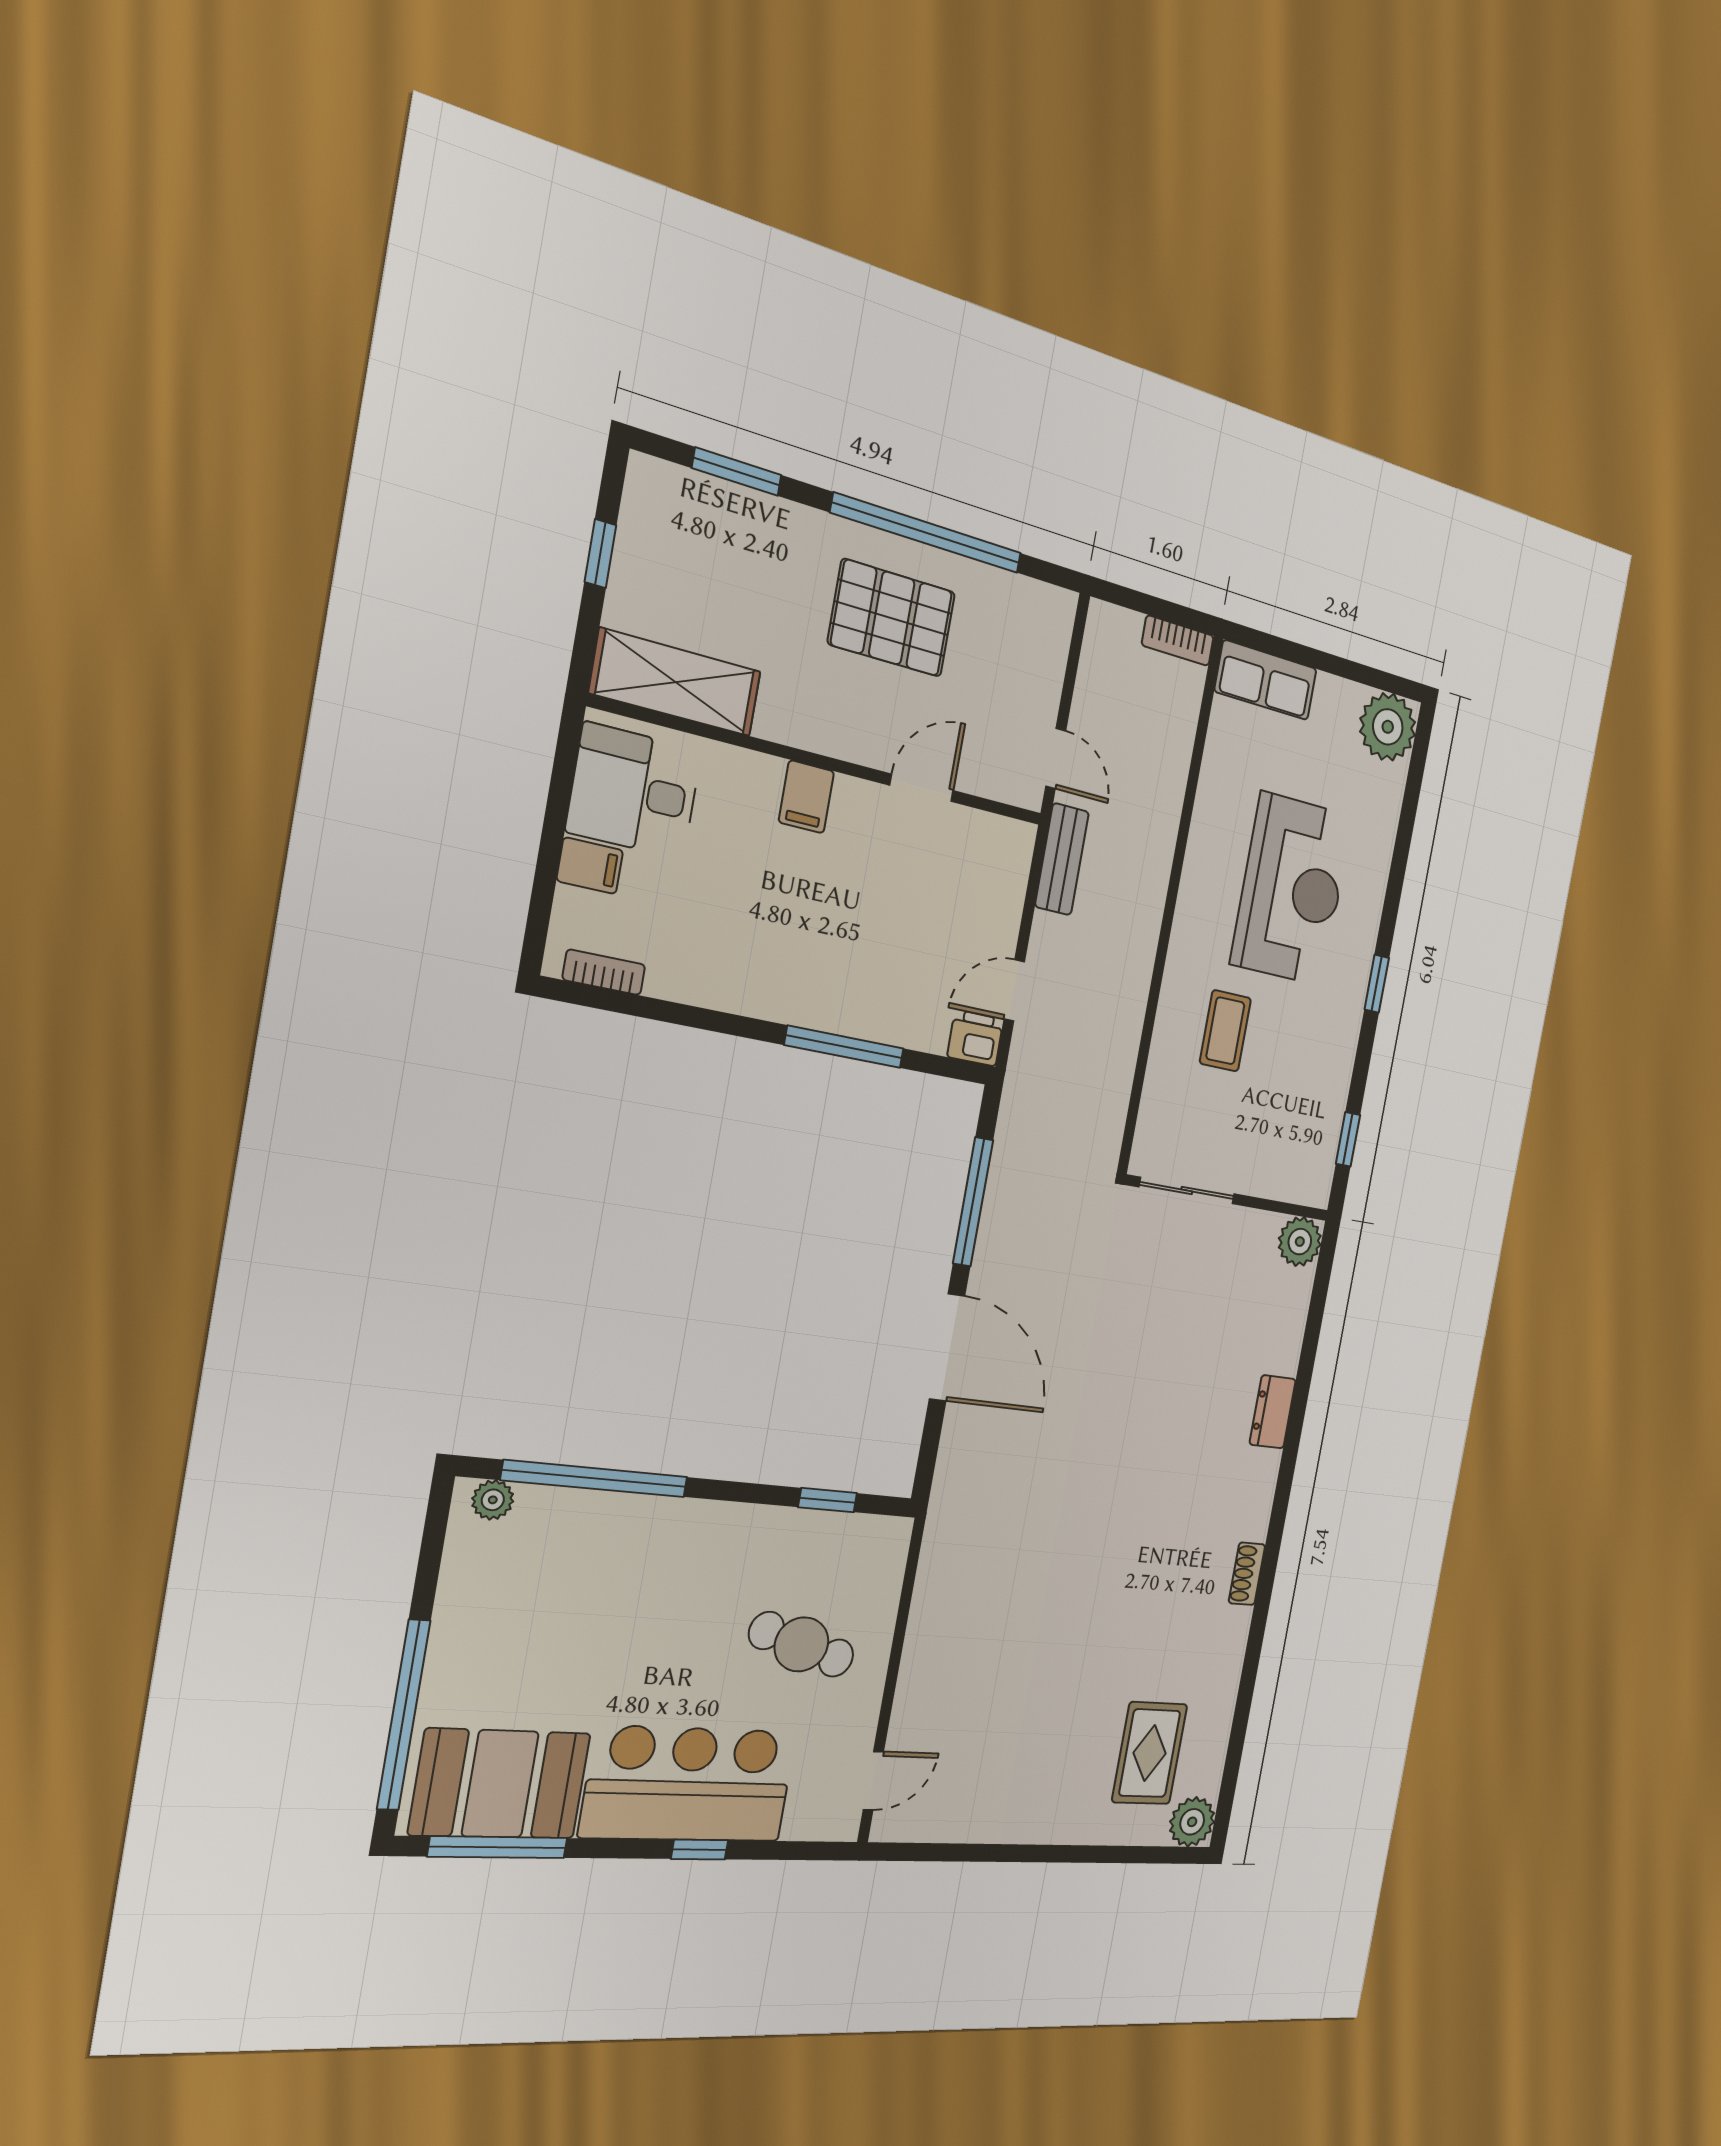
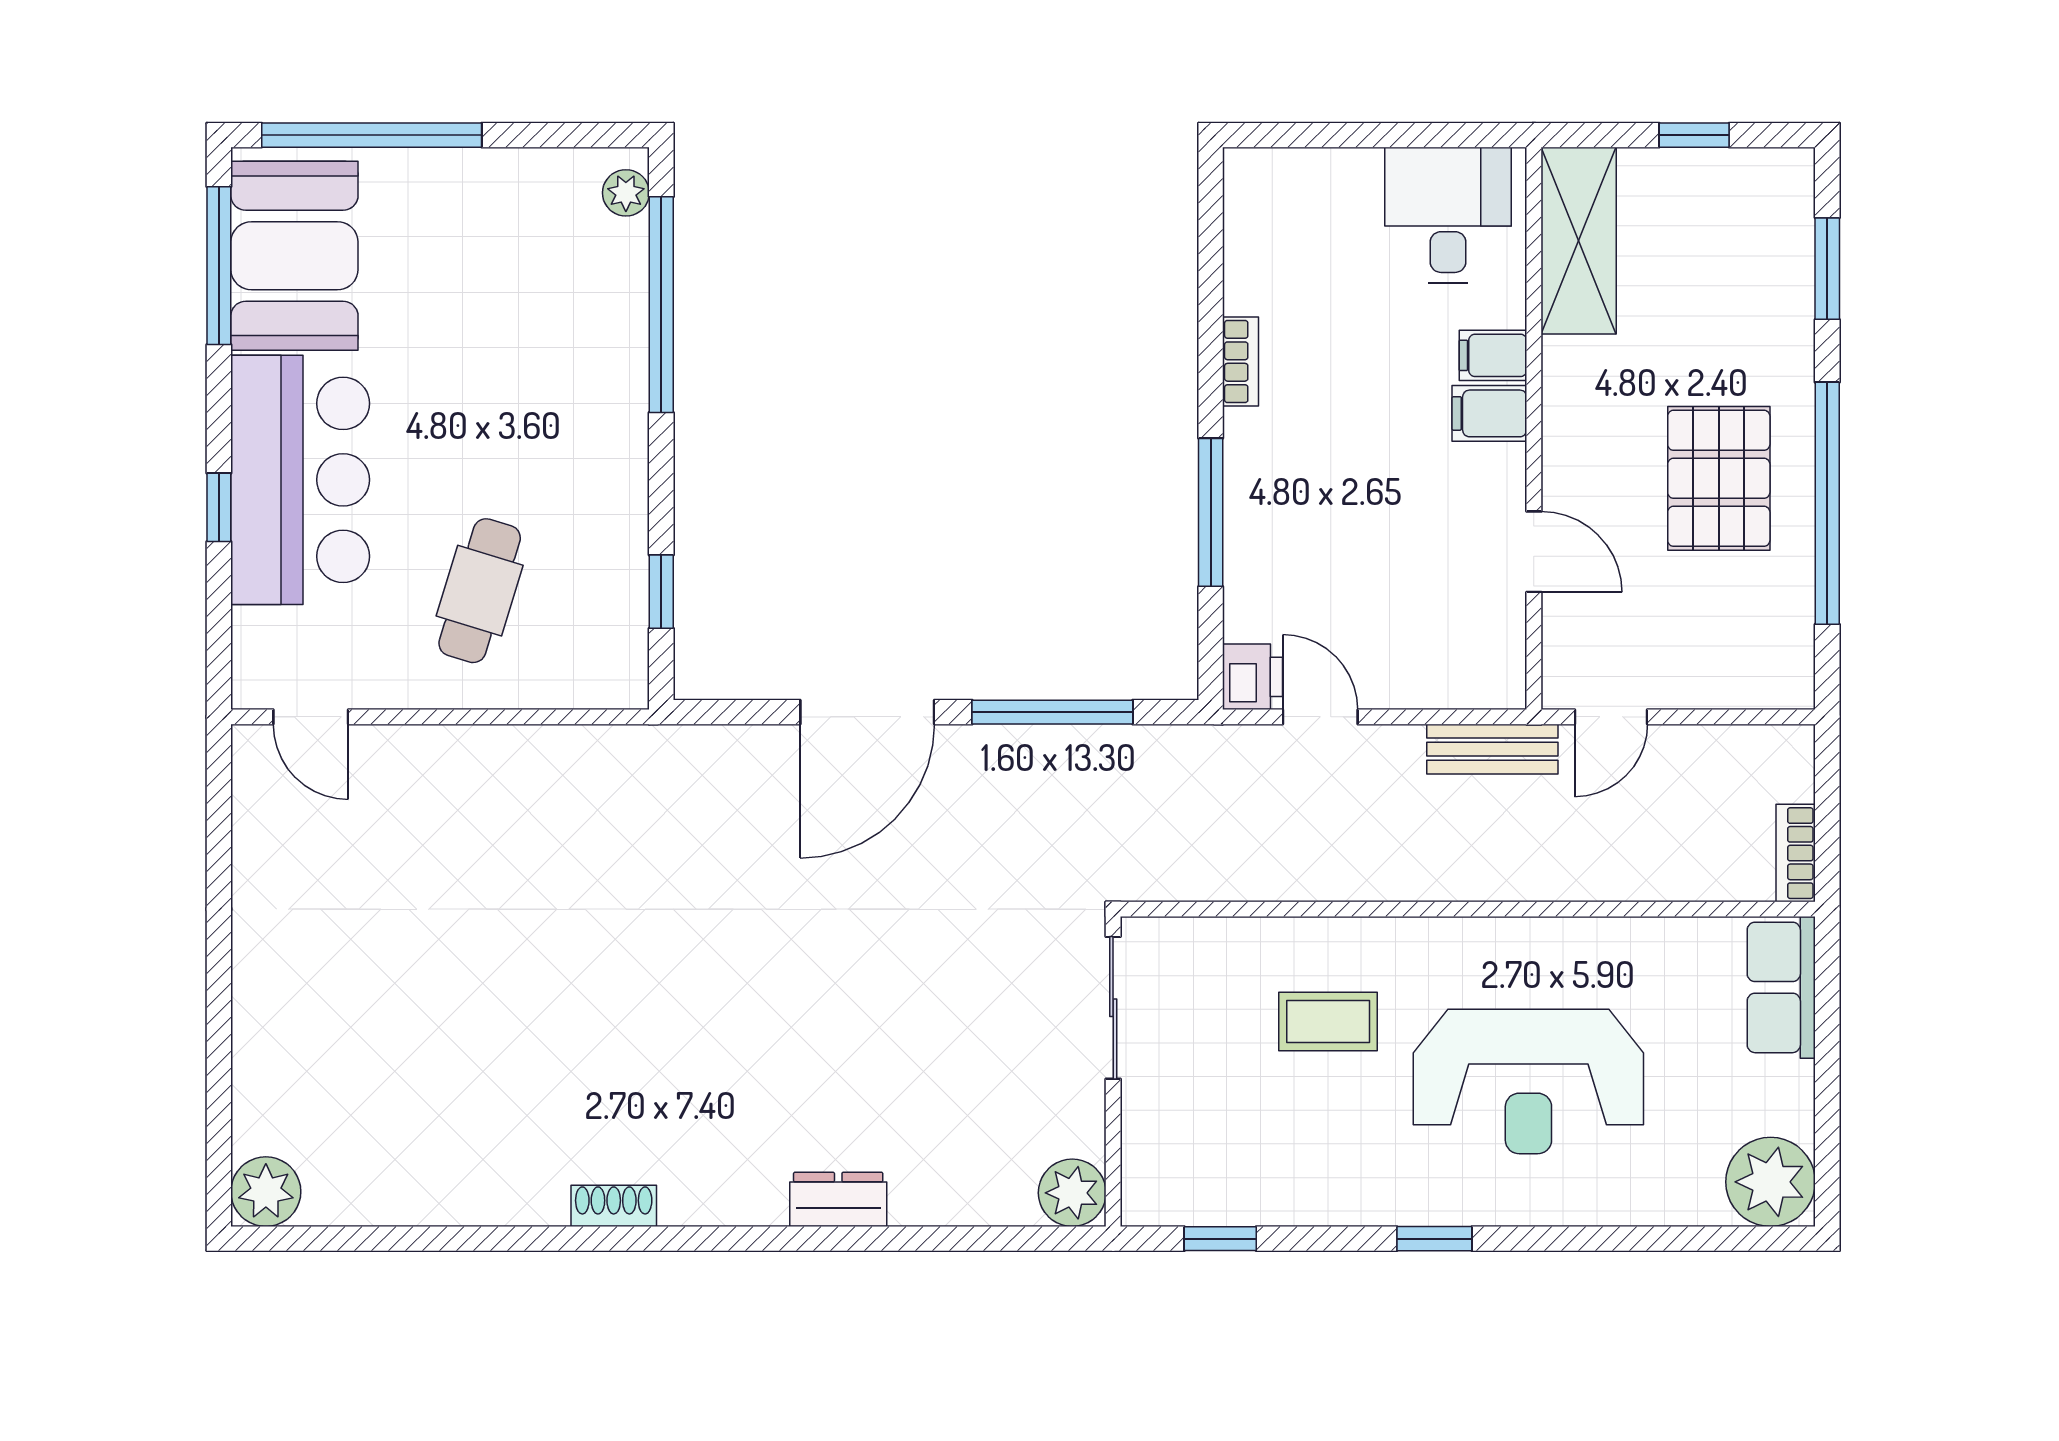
filing cabinet: (590, 866) -> (1493, 355), moved, turned 90
bookcase: (604, 972) -> (1240, 362), moved
rug: (1150, 1753) -> (359, 1106), removed

